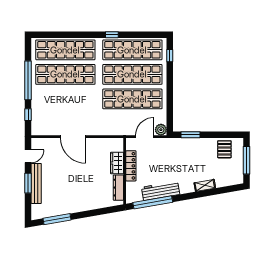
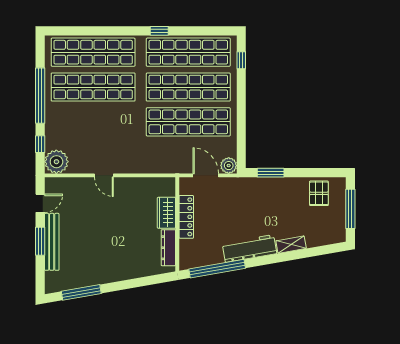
plant: (40, 127) -> (56, 162), added
door: (73, 137) -> (104, 175), width x0.53
door: (145, 137) -> (206, 175), hinge flipped
workbench: (161, 191) -> (250, 248), moved

